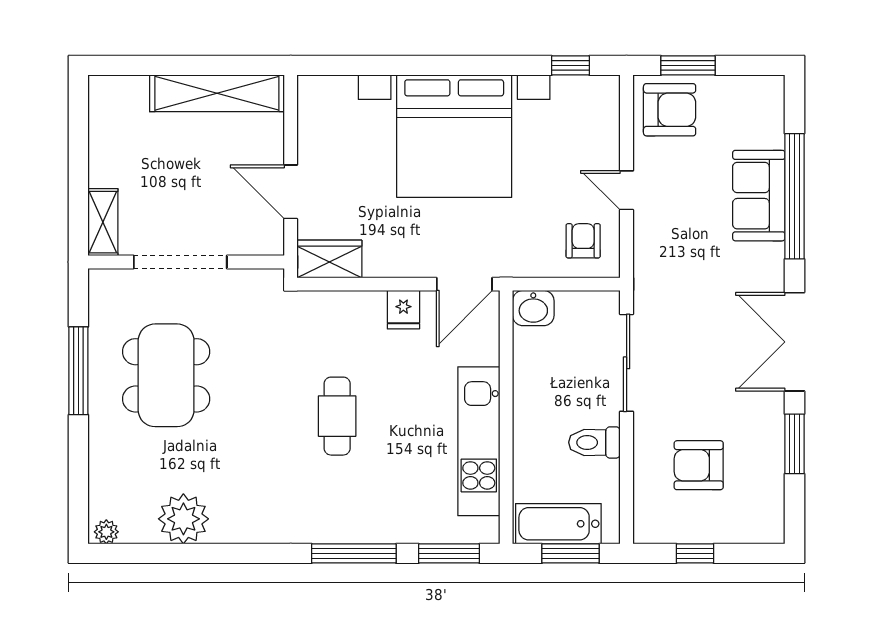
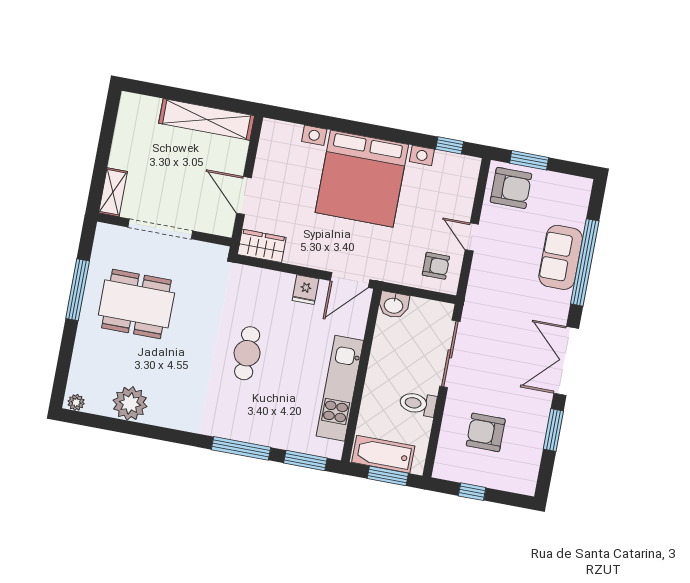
armchair: (583, 241) -> (436, 266), turned 90
dining table: (166, 375) -> (136, 304), turned 90

